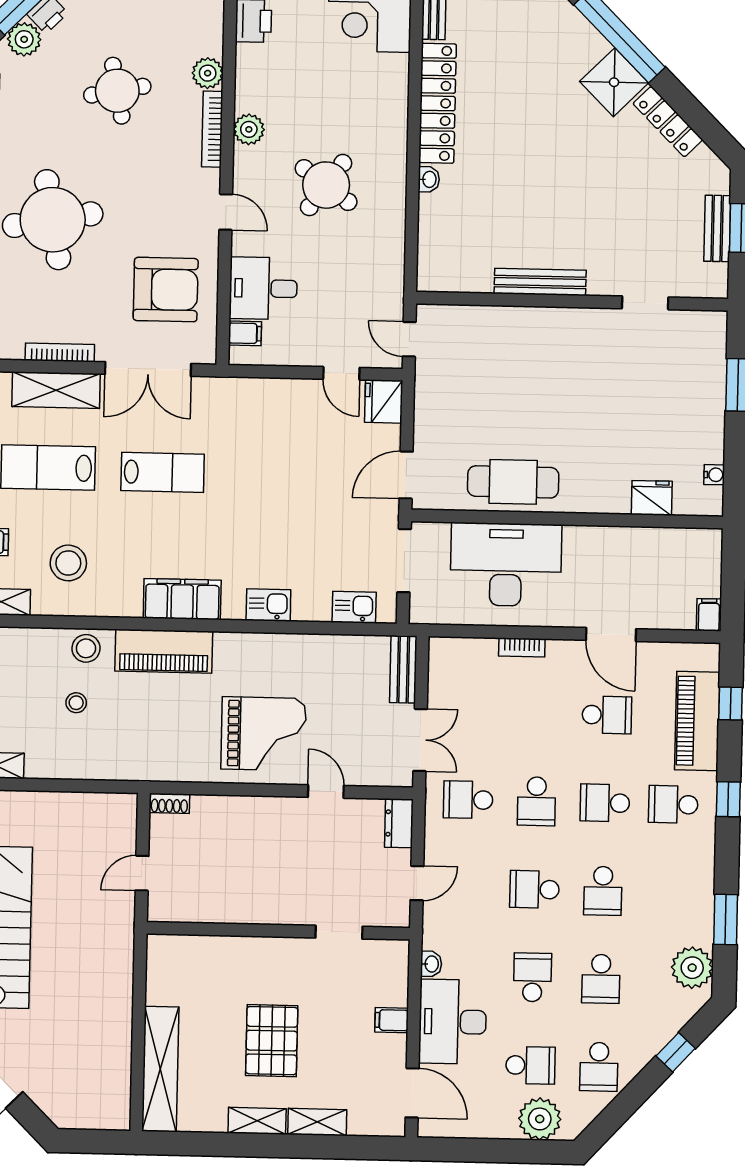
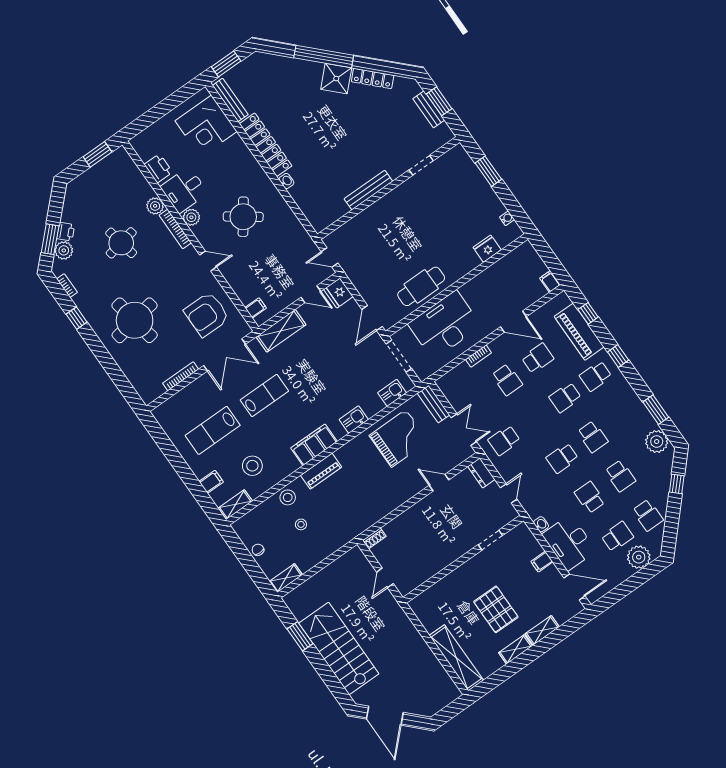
desk: (263, 288) -> (184, 190), moved
armchair: (166, 290) -> (207, 314), turned 180
shelving: (56, 390) -> (281, 331), moved
piano: (164, 651) -> (321, 471), width x0.73, depth x0.75
grand piano: (264, 734) -> (399, 438), moved
school desk: (536, 801) -> (507, 380), moved

